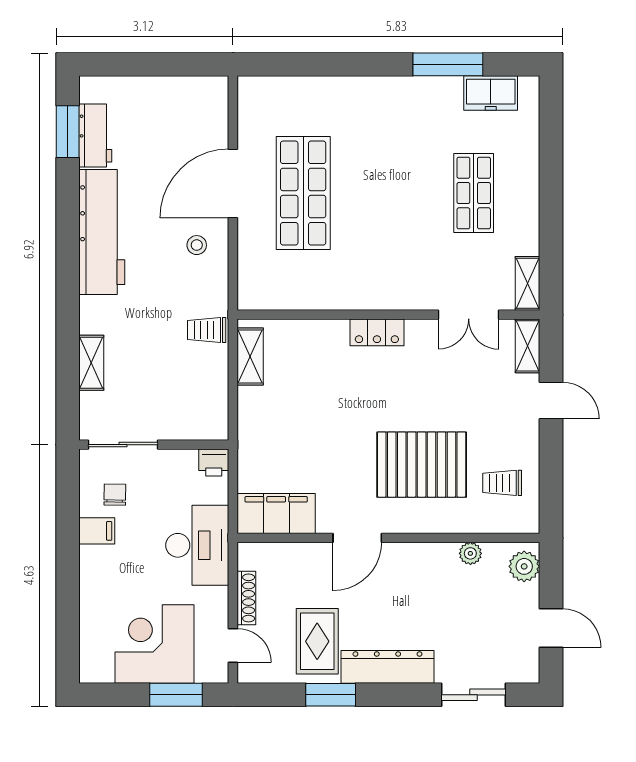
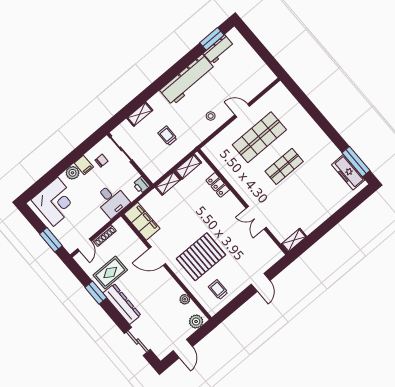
window: (448, 64) -> (356, 162), moved
freezer: (491, 93) -> (348, 172), width x1.40
door: (233, 184) -> (242, 110), width x0.53
shop shelf: (474, 193) -> (284, 166), moved
double door: (469, 315) -> (256, 218), moved
trolley: (207, 330) -> (167, 136), moved
locker: (377, 332) -> (218, 185), moved
shelving: (527, 346) -> (168, 183), moved
pallet: (422, 465) -> (201, 257), turned 90
desk: (197, 545) -> (112, 200), width x0.73
plant: (94, 561) -> (73, 173), added
corner desk: (155, 644) -> (56, 202), moved, turned 90

